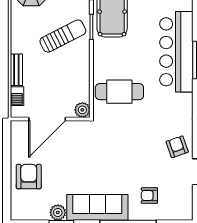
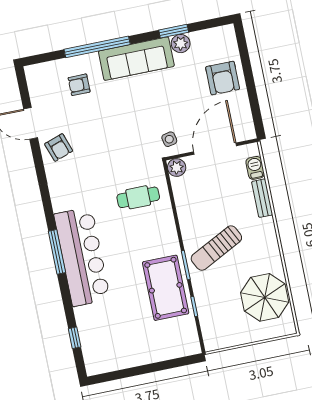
cafe table: (119, 92) -> (138, 197), width x0.73, depth x0.74
side table: (84, 135) -> (169, 139), added
armchair: (149, 195) -> (79, 85), turned 180

